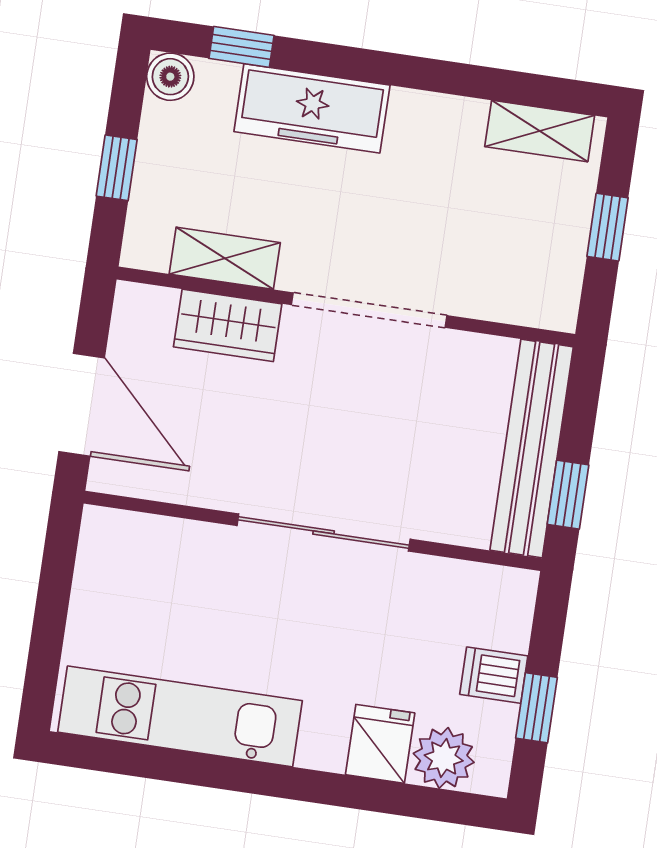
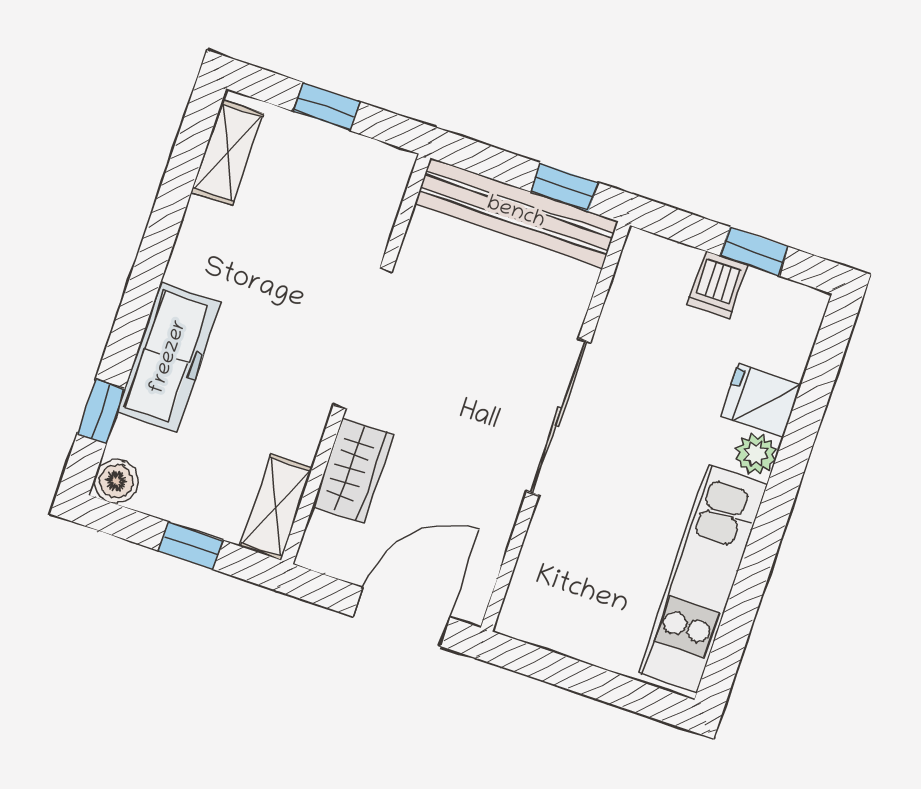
shelving: (225, 258) -> (276, 507), moved
plant: (444, 758) -> (756, 454), moved, width x0.73, depth x0.73

